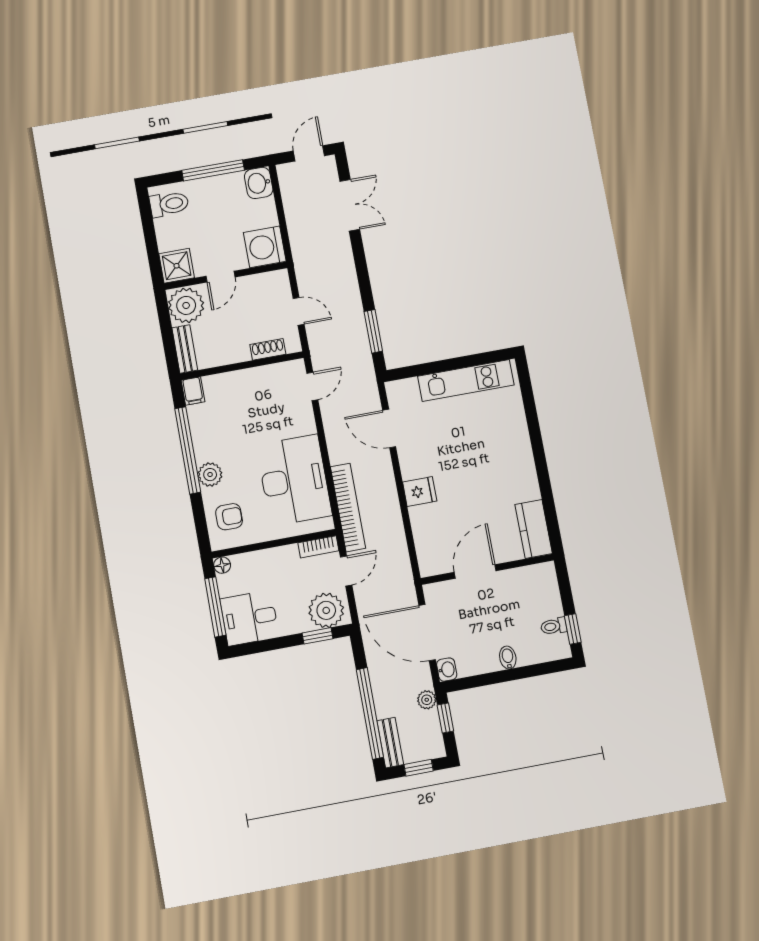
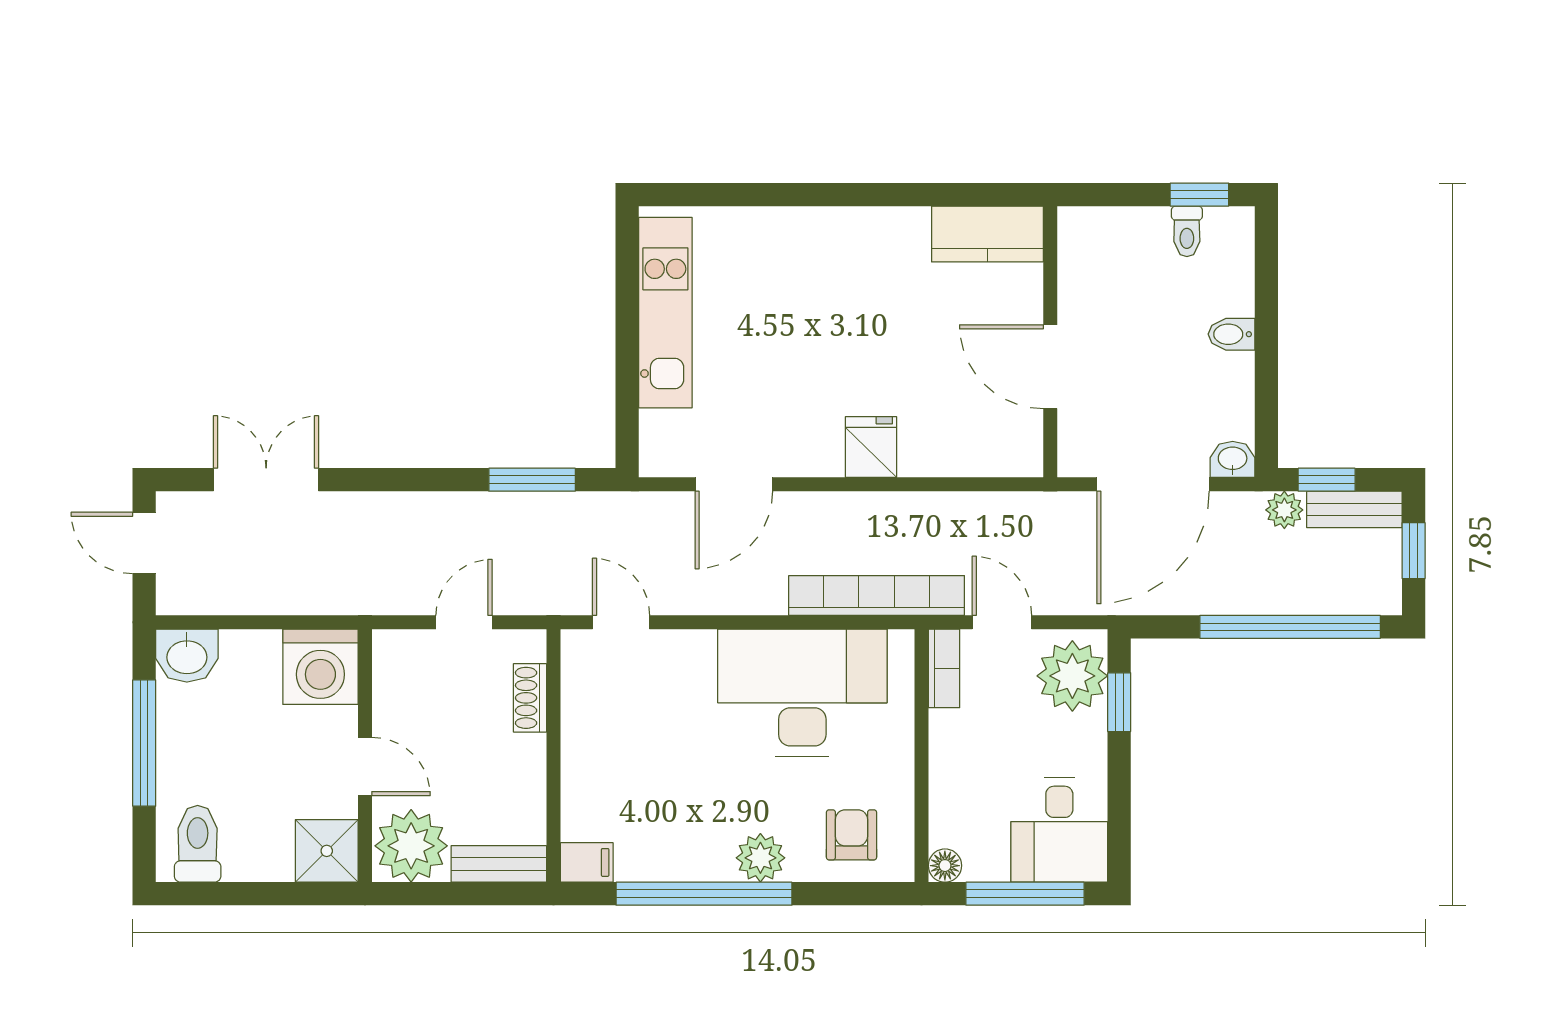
bench: (390, 743) -> (1354, 509), moved

